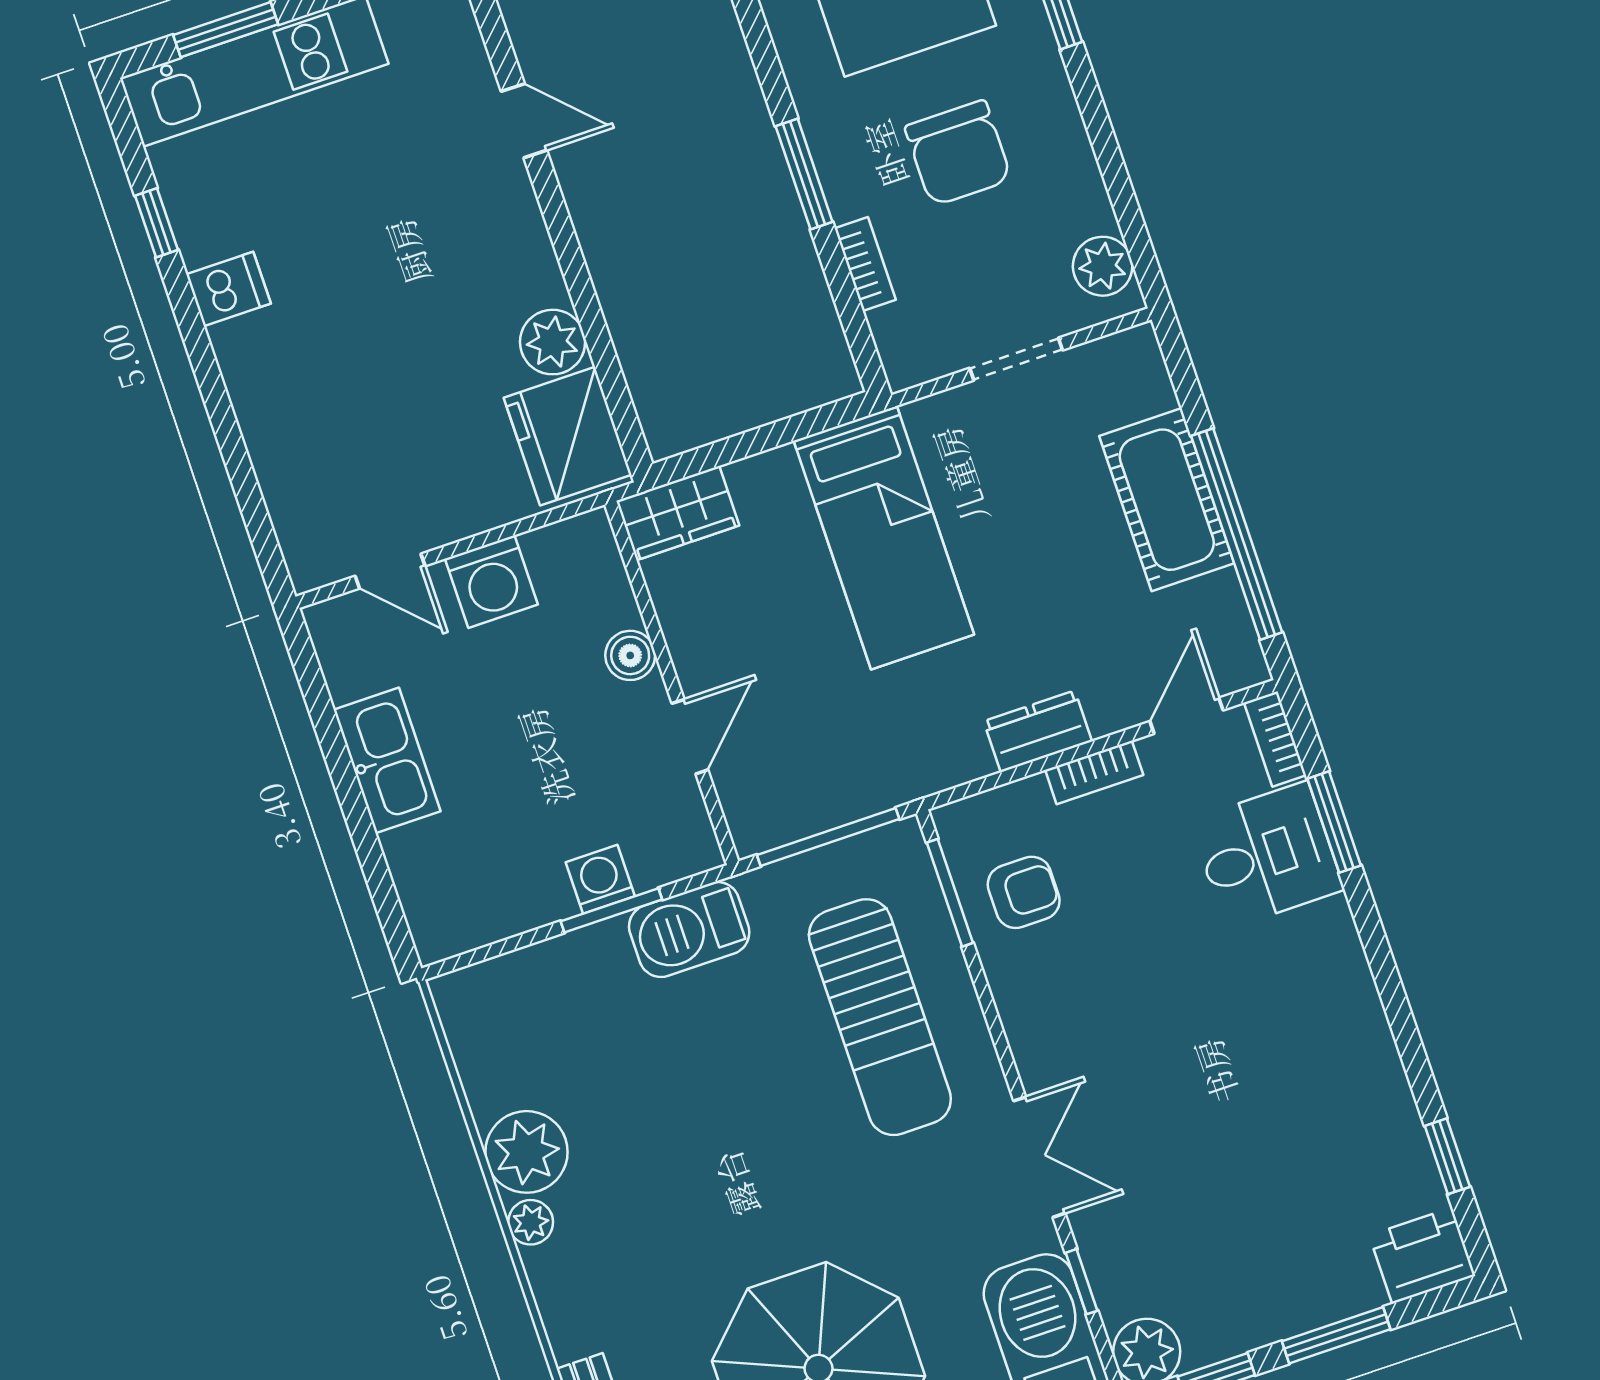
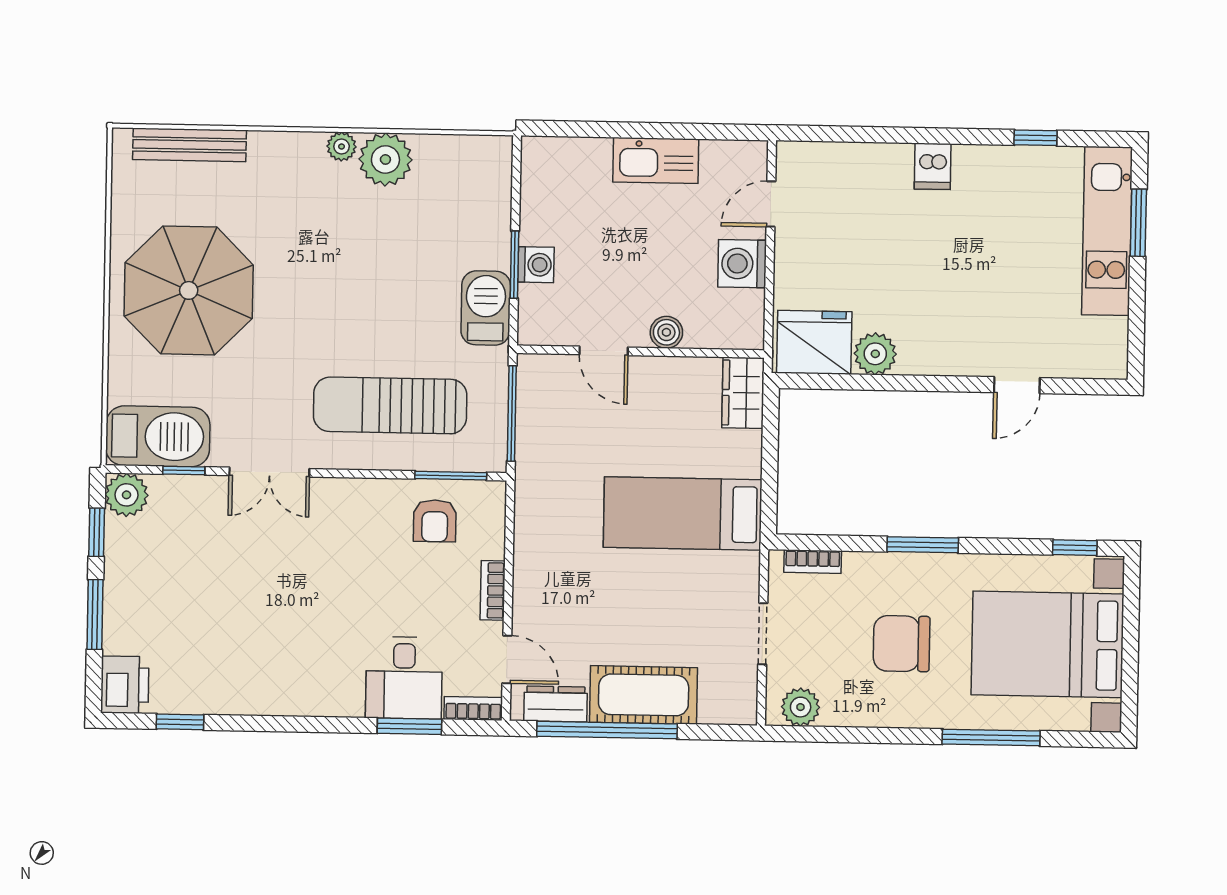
bookcase: (865, 264) -> (813, 562), moved
dishwasher: (228, 289) -> (933, 166), moved
dresser: (1038, 731) -> (556, 704), moved, turned -90

